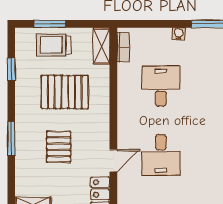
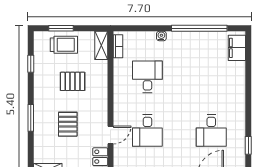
trolley: (54, 45) -> (64, 45), turned 180
pallet: (65, 92) -> (73, 81), width x0.67, depth x0.71

